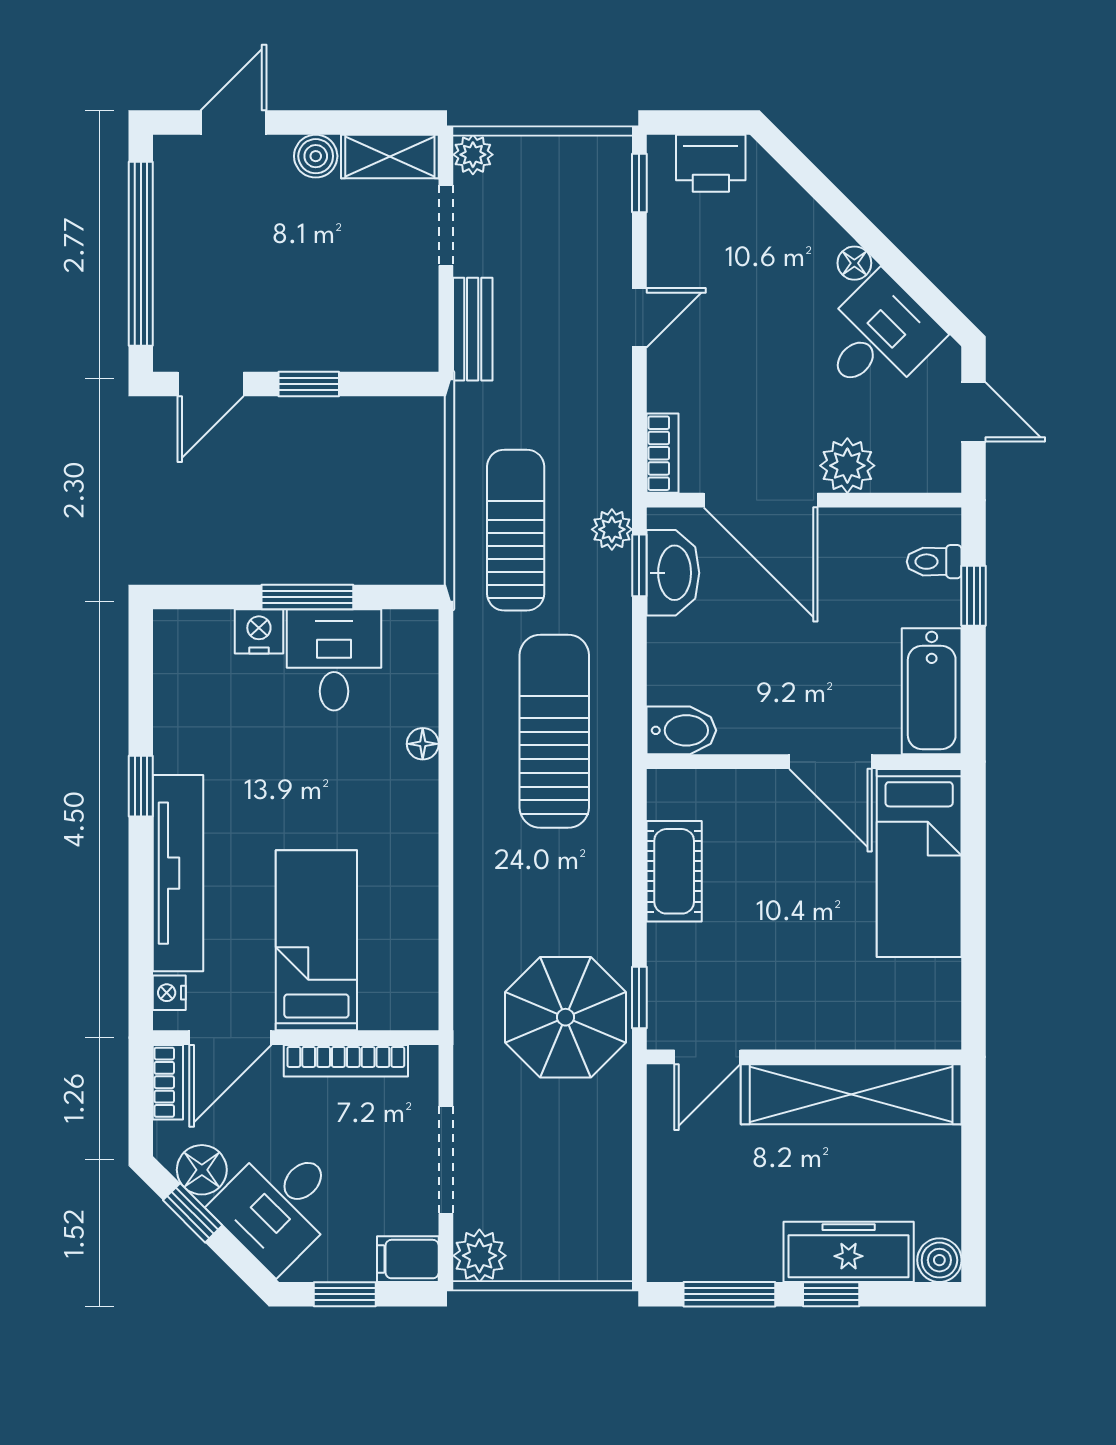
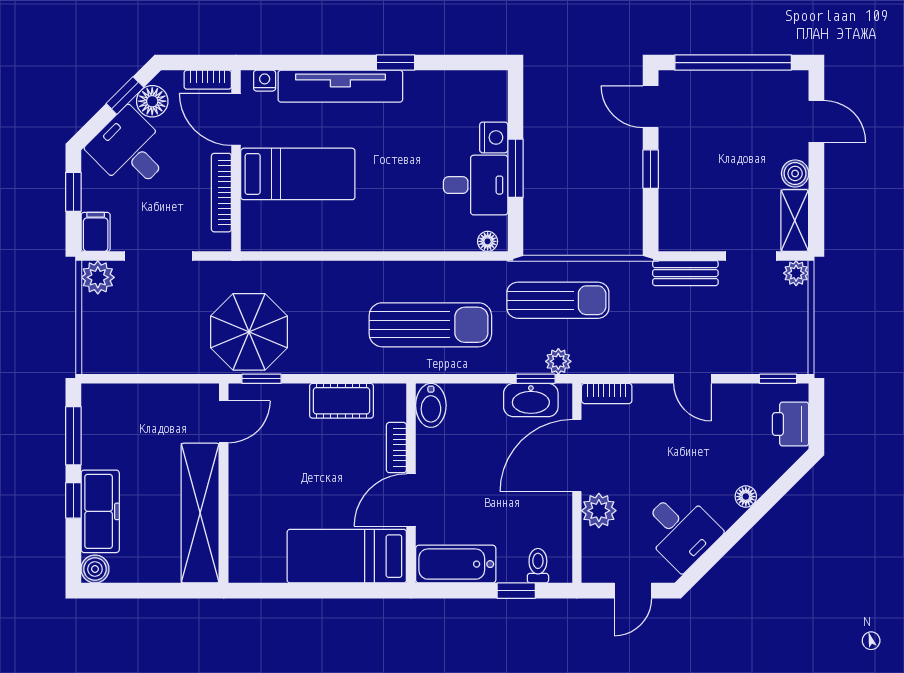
floor lamp: (854, 263) -> (746, 497), moved
floor lamp: (423, 744) -> (488, 241), moved
bookcase: (748, 785) -> (396, 448), added
door: (707, 1057) -> (224, 422), swing flipped

